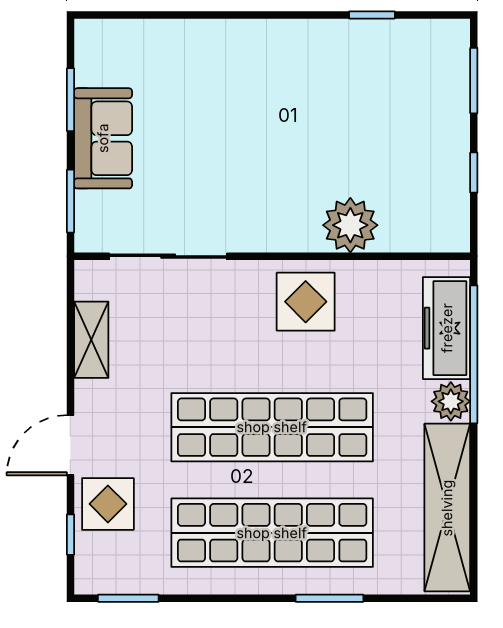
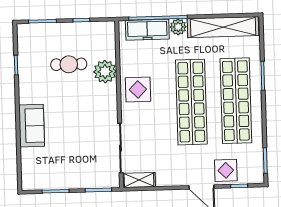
sofa: (103, 138) -> (32, 126), moved, turned 90
cafe table: (370, 140) -> (69, 64), added
shelving: (91, 340) -> (139, 180), moved

